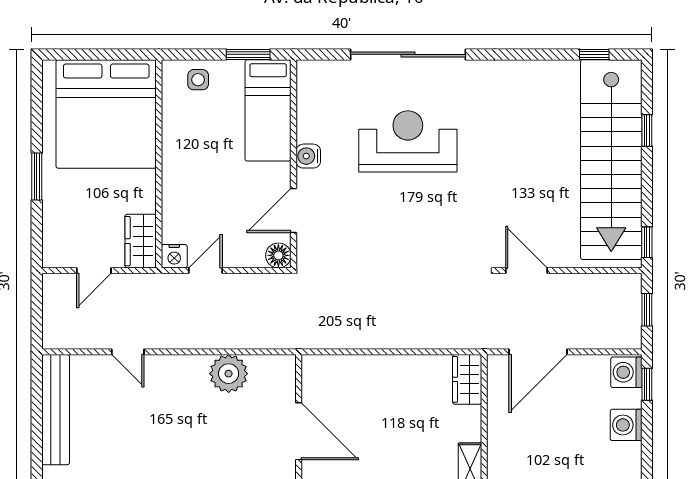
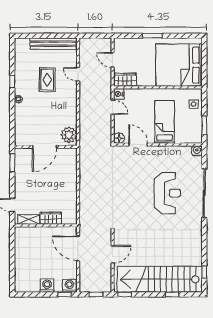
bed: (268, 110) -> (165, 122), moved, turned 90
water cooler: (308, 156) -> (197, 151), moved
door: (526, 271) -> (113, 254), moved
door: (128, 352) -> (78, 74), hinge flipped
plant: (229, 374) -> (69, 135), moved
wardrobe: (467, 379) -> (51, 218), moved
rug: (141, 425) -> (47, 80), added

